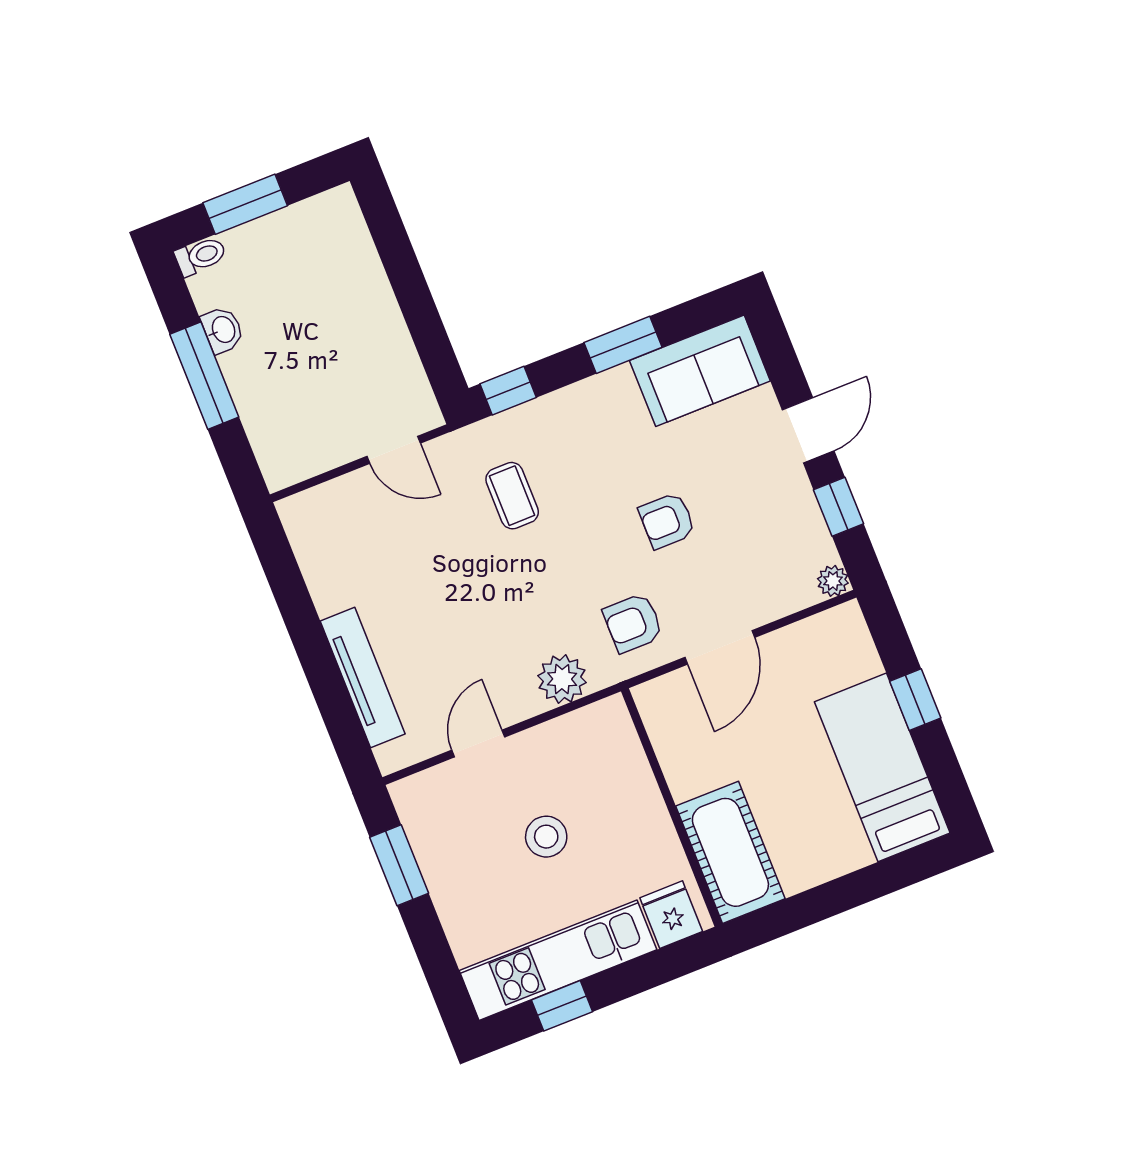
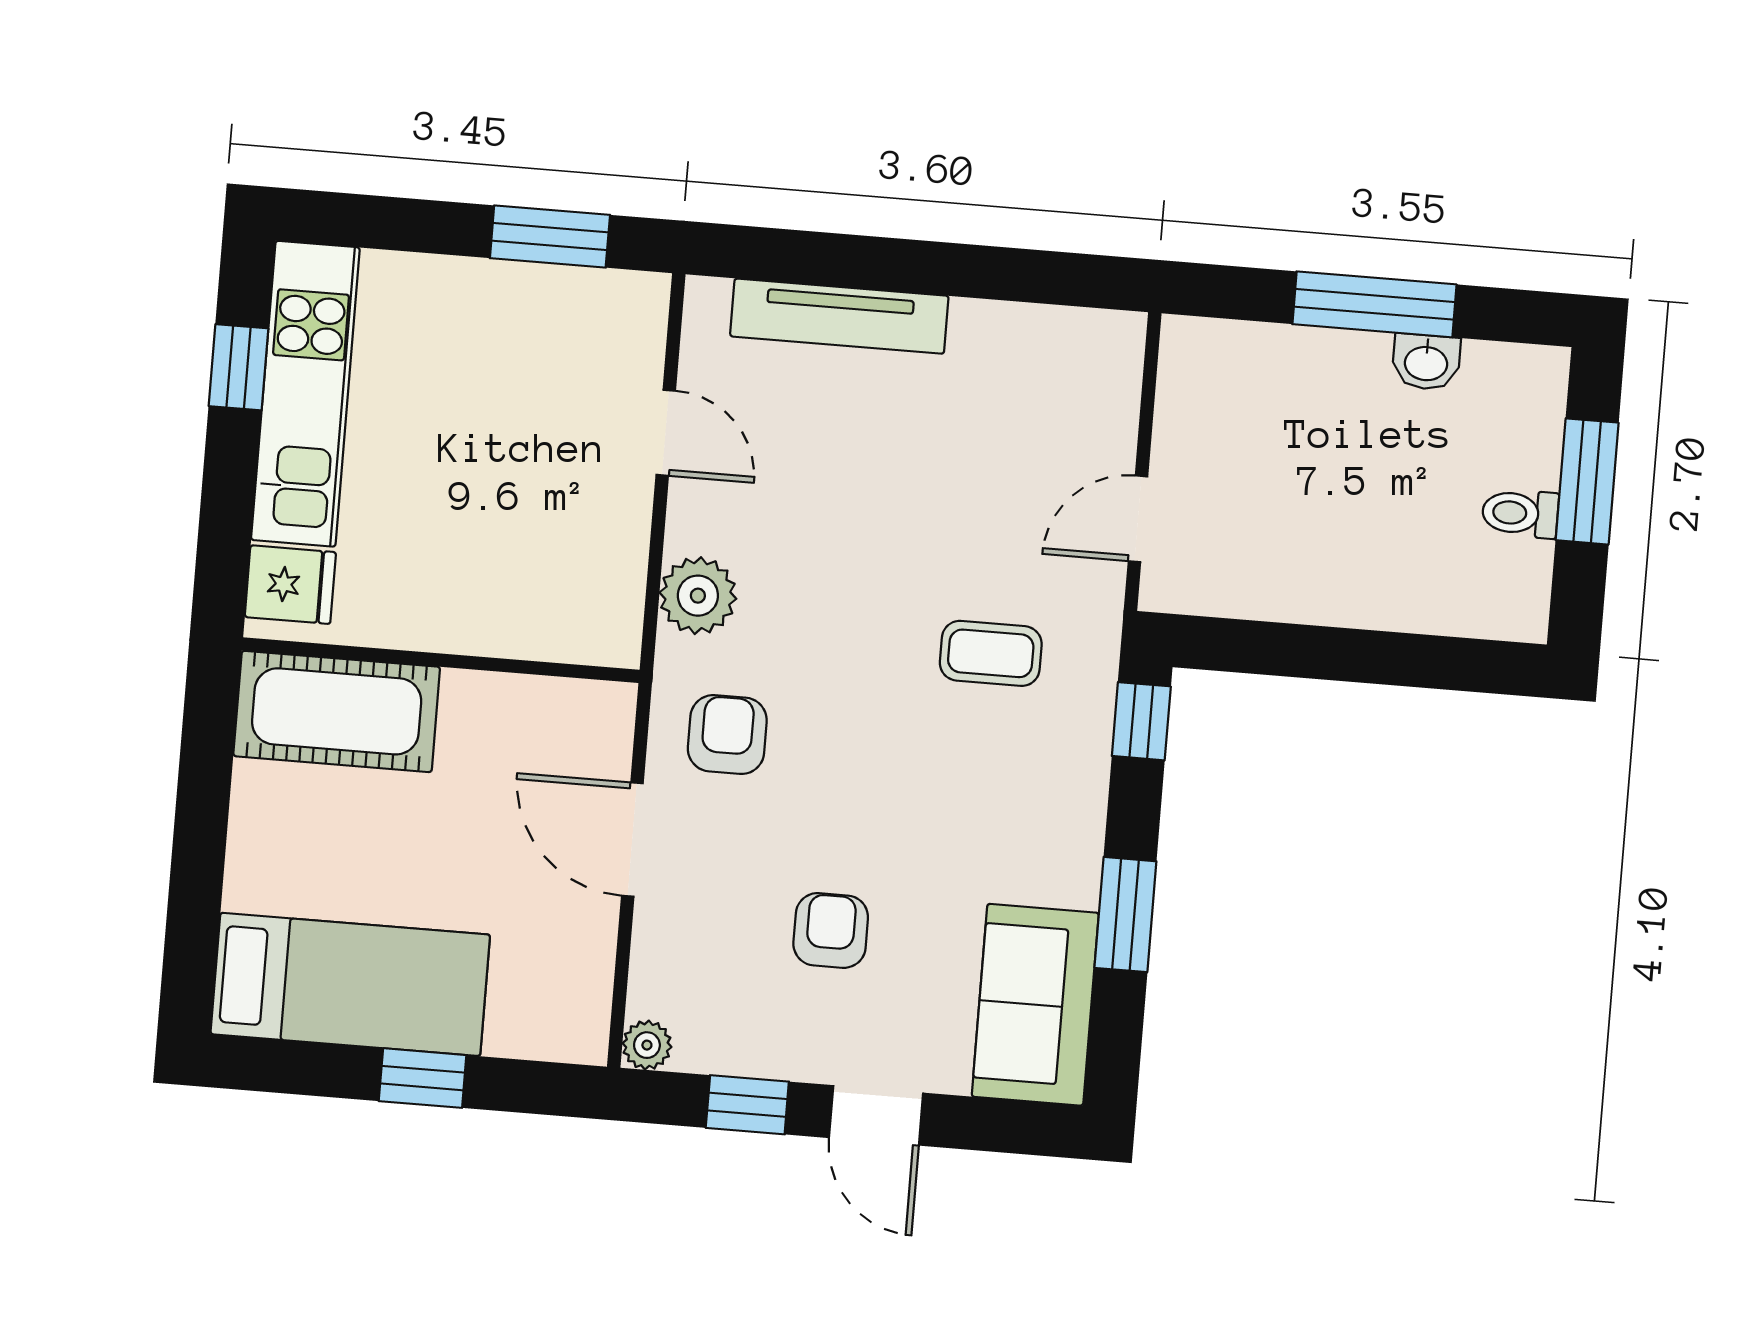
toilet: (201, 256) -> (1520, 513), moved, turned 90
armchair: (667, 521) -> (831, 930), moved
stool: (546, 837) -> (487, 463), removed

